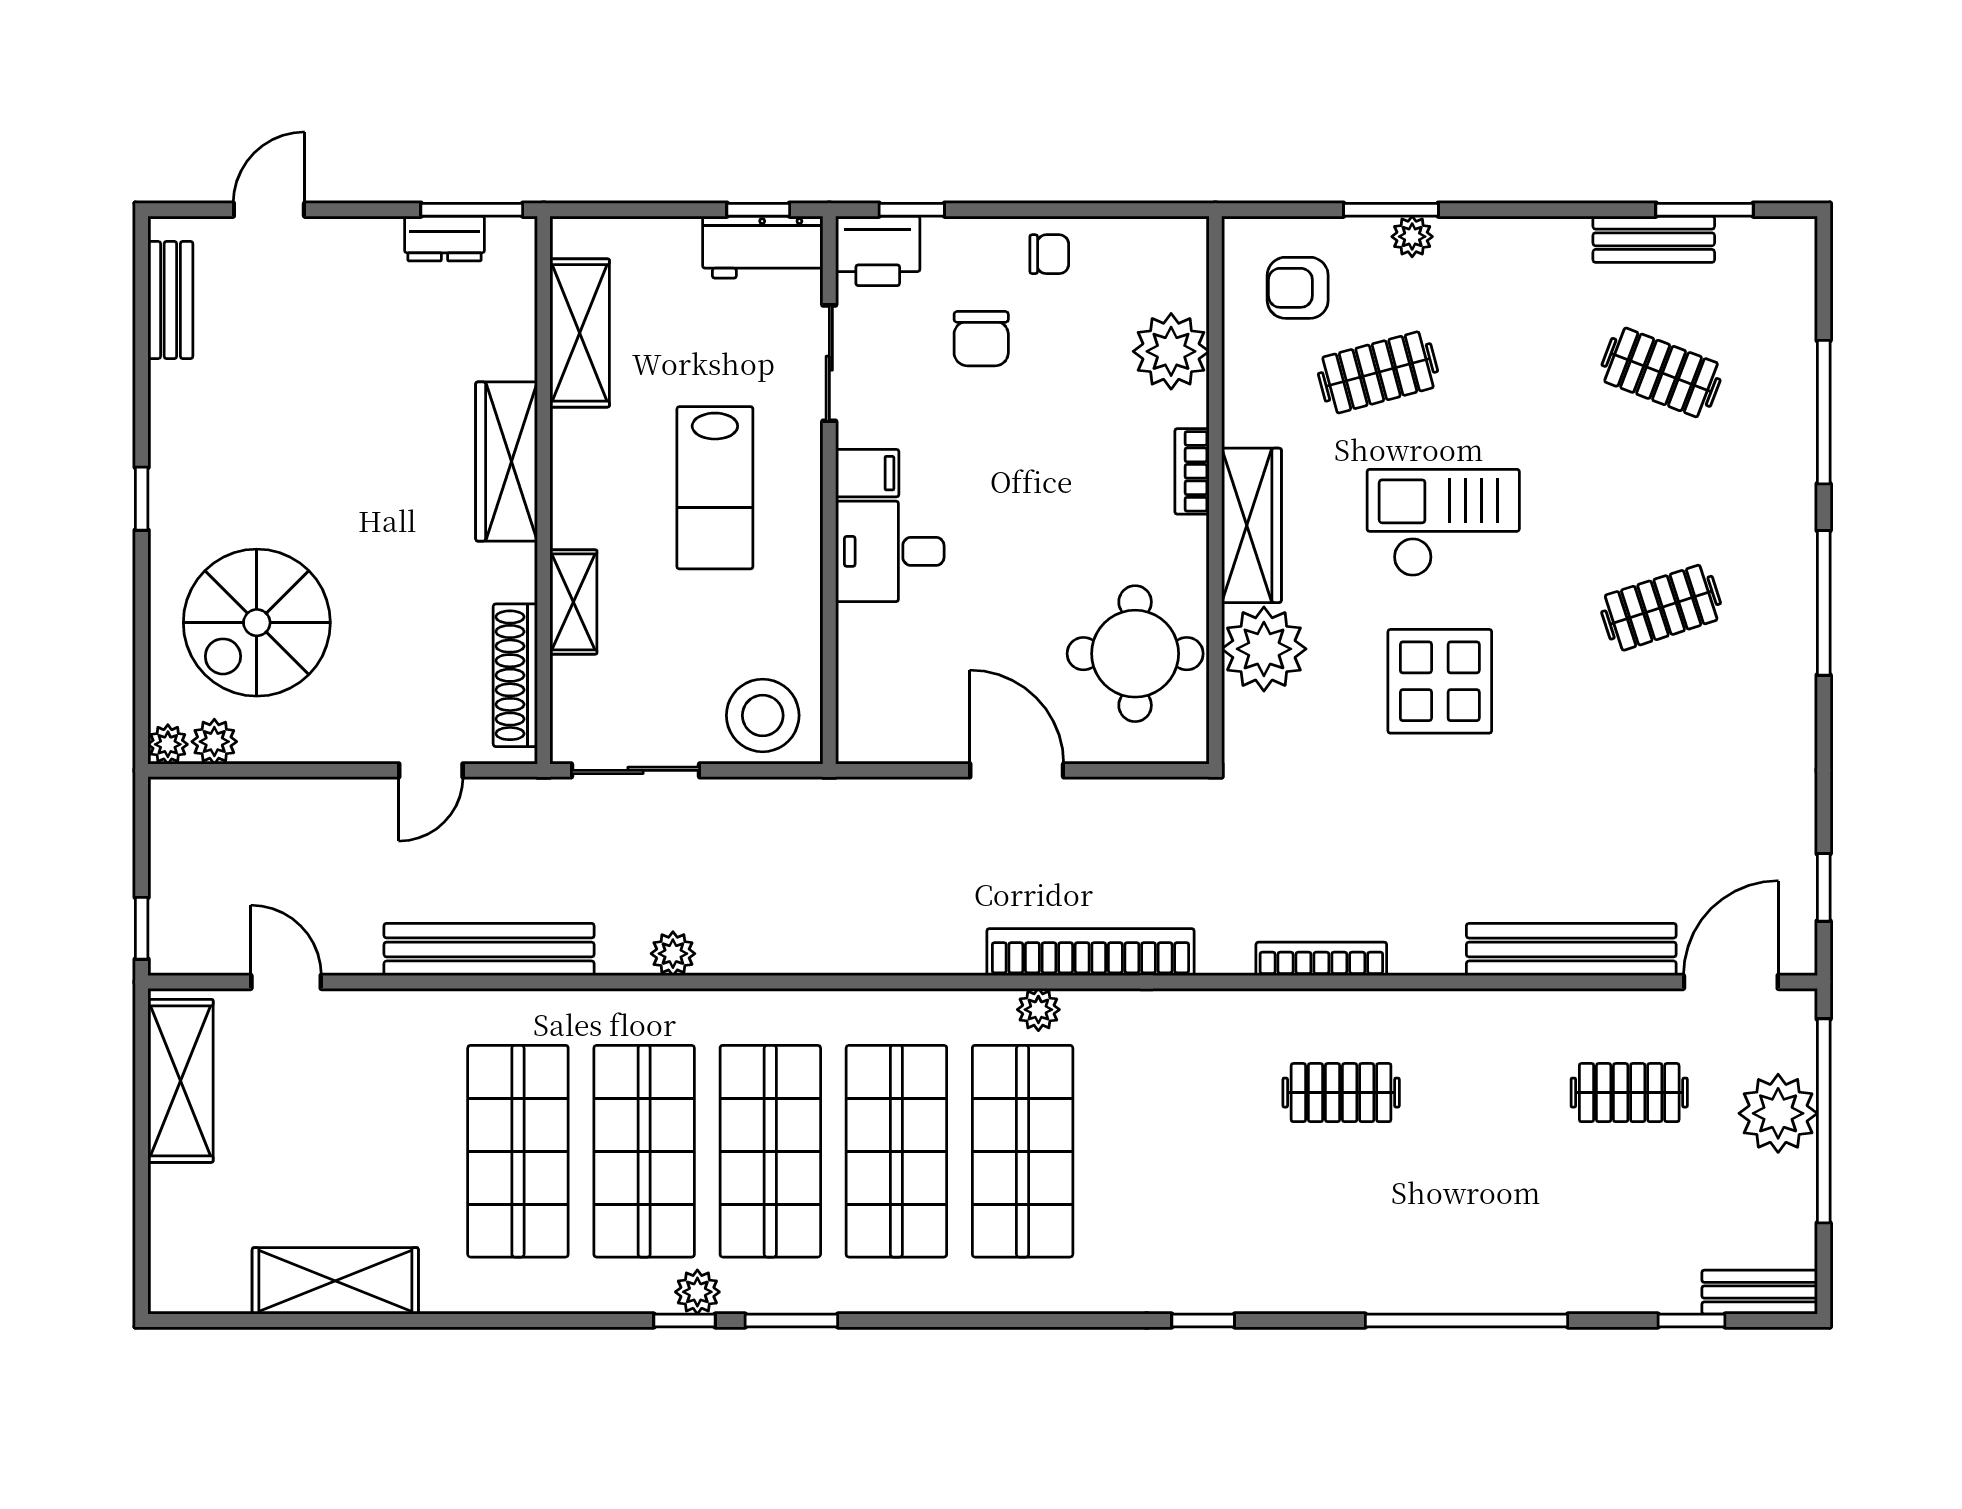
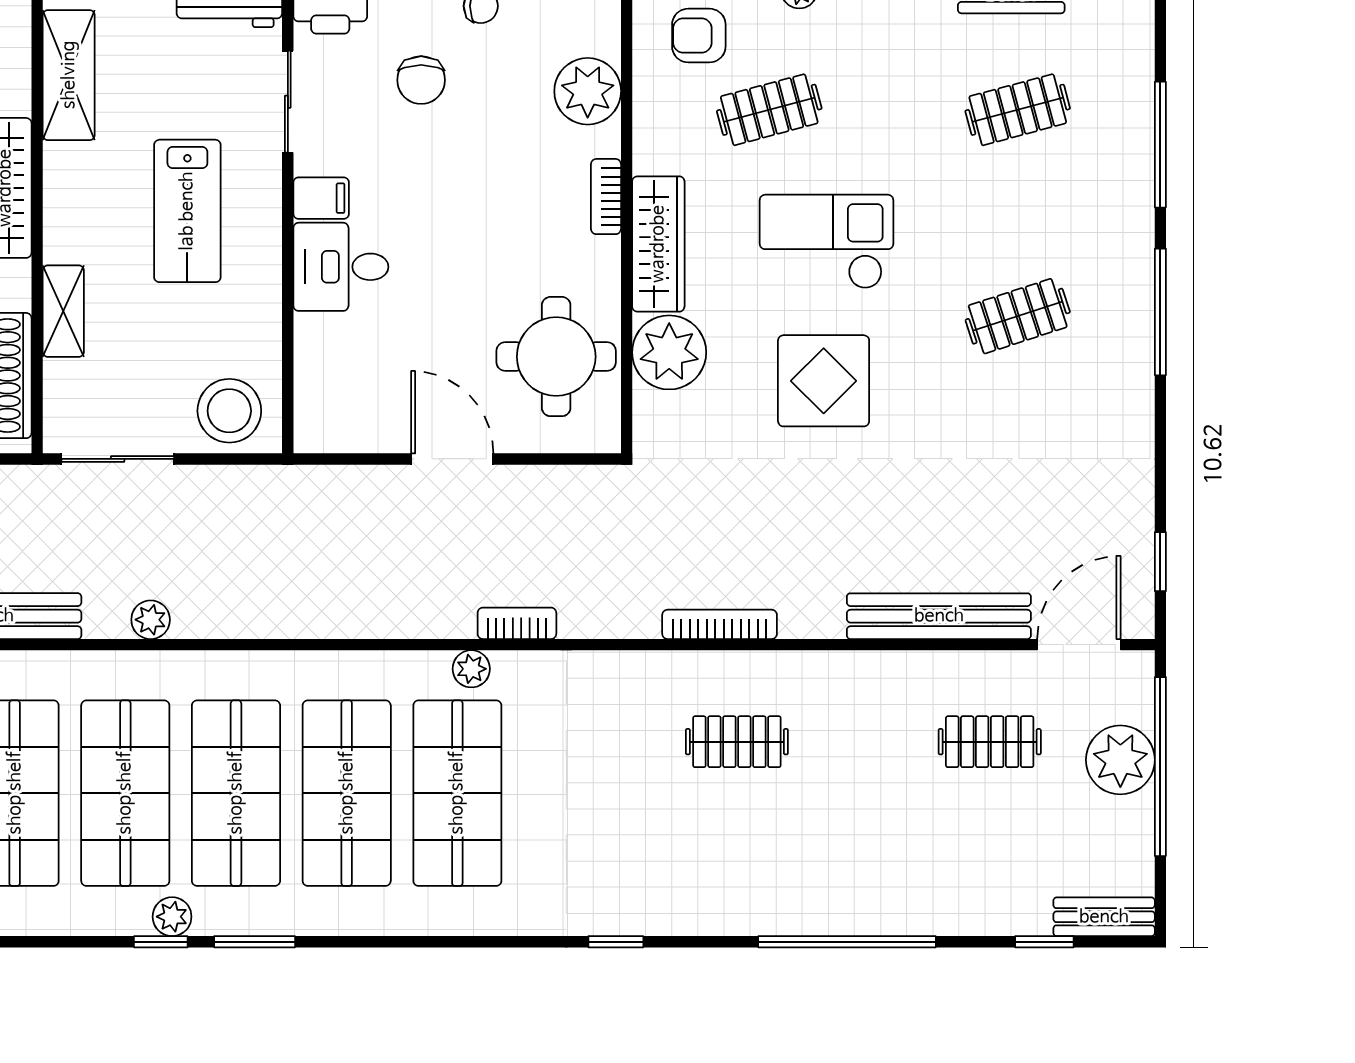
clothes rail: (1661, 372) -> (1018, 110), turned -36
bookcase: (1090, 952) -> (517, 623), width x0.43, depth x0.76

